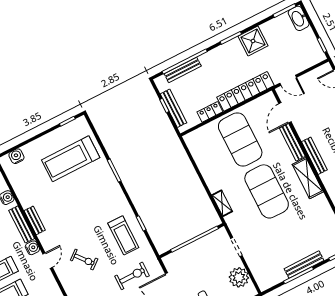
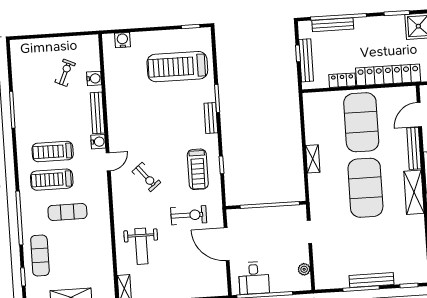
shelving: (222, 203) -> (313, 159), moved
bench: (35, 220) -> (211, 118), moved
plant: (239, 277) -> (304, 269), width x0.53, depth x0.53

